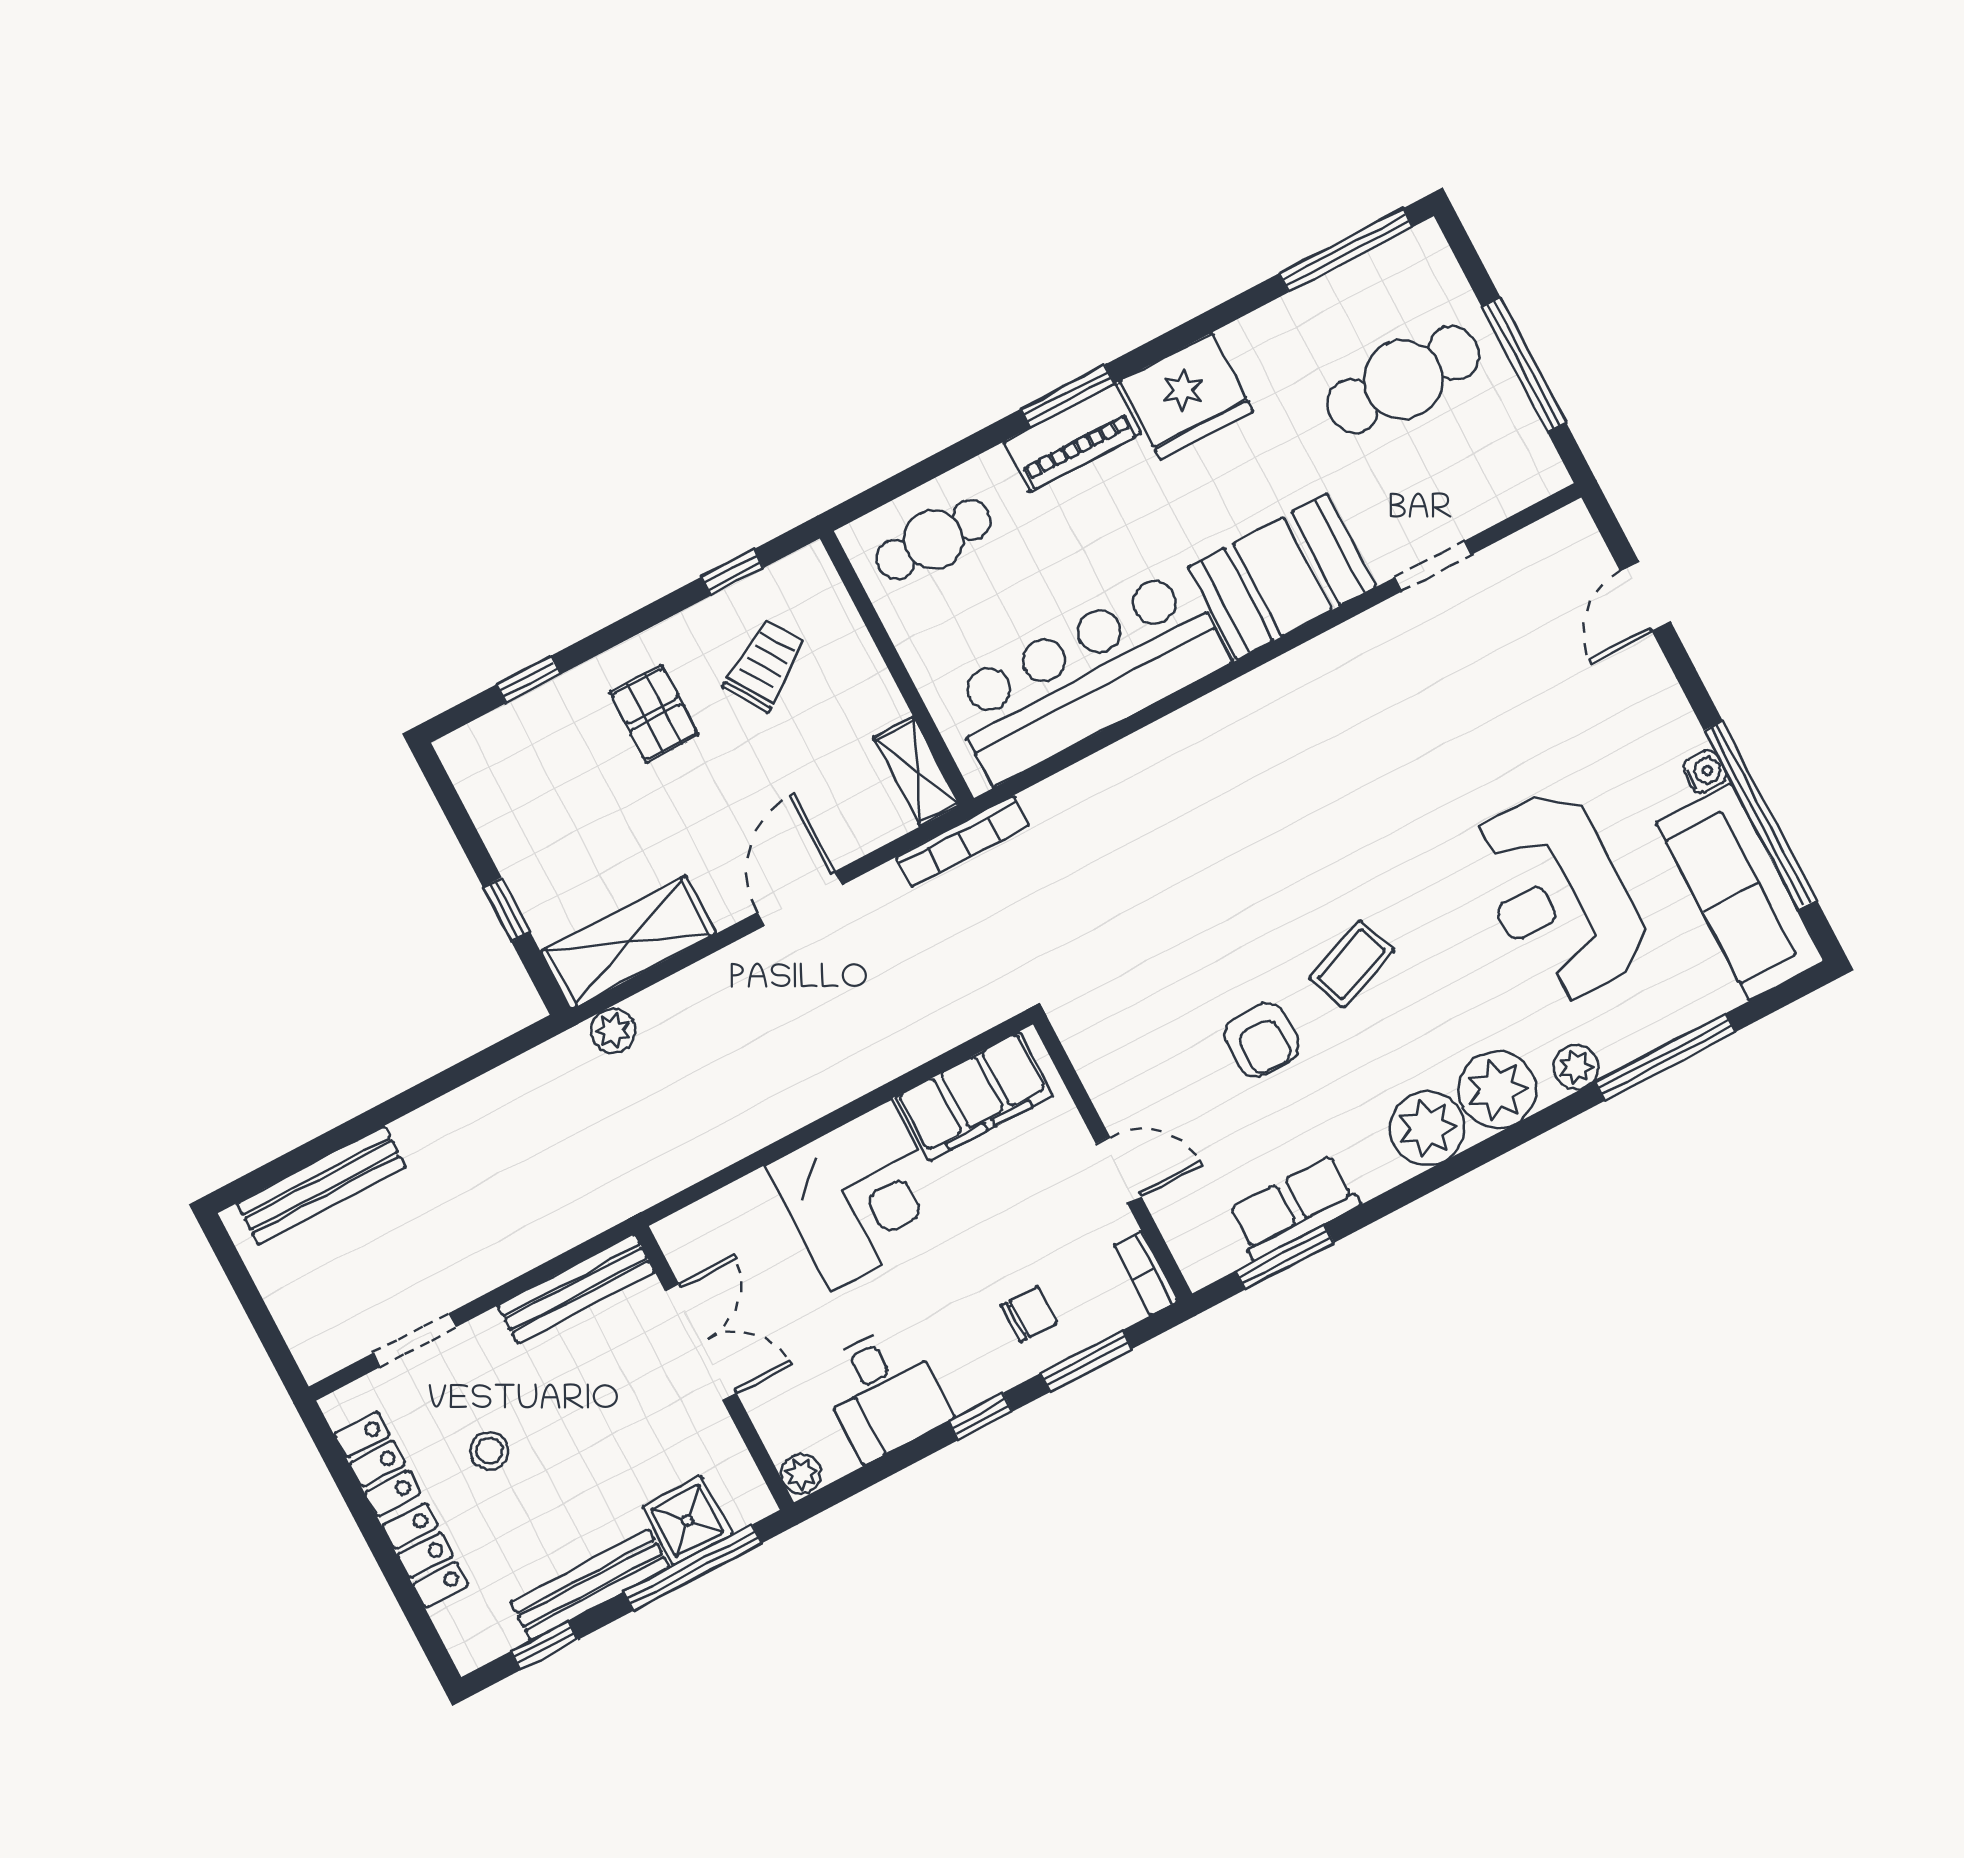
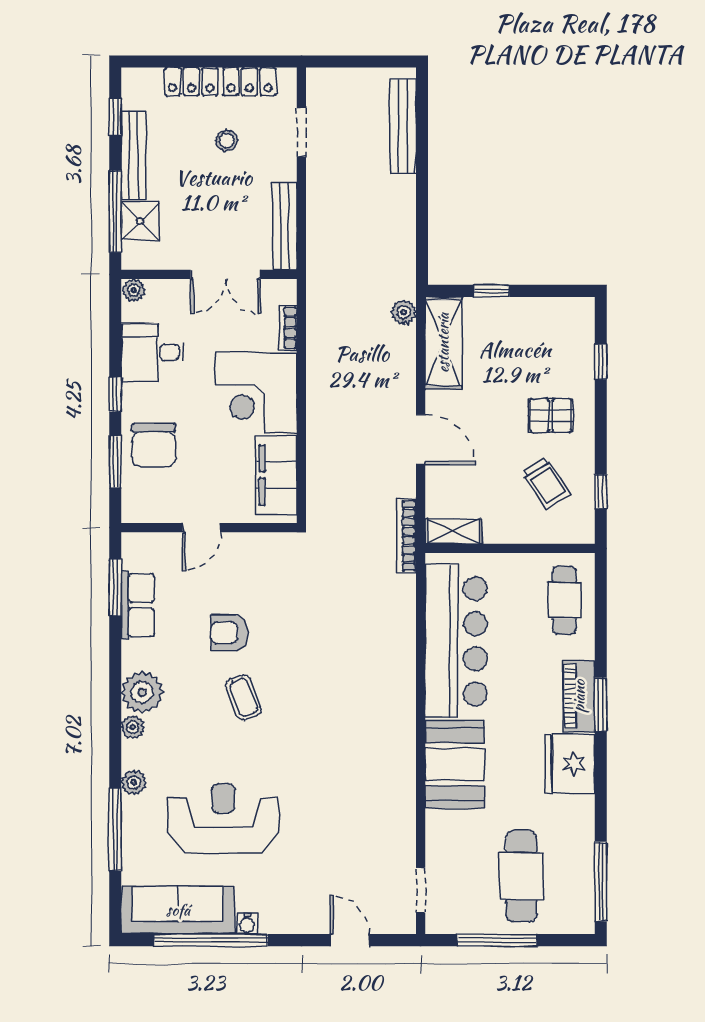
doorway: (1433, 566) -> (421, 890), moved
plant: (1497, 1090) -> (133, 727), width x0.53, depth x0.53
bookcase: (1146, 1273) -> (288, 328), moved, turned -90
chair: (1029, 1314) -> (154, 445), width x1.87, depth x1.87

